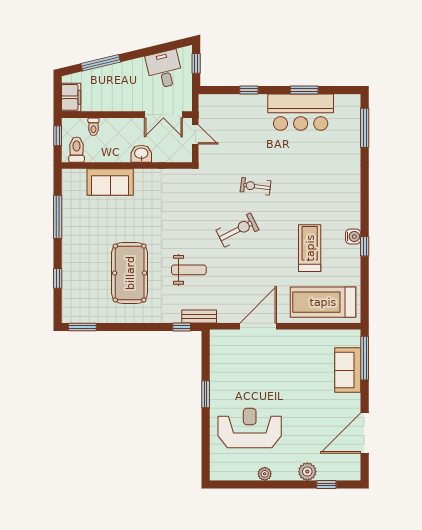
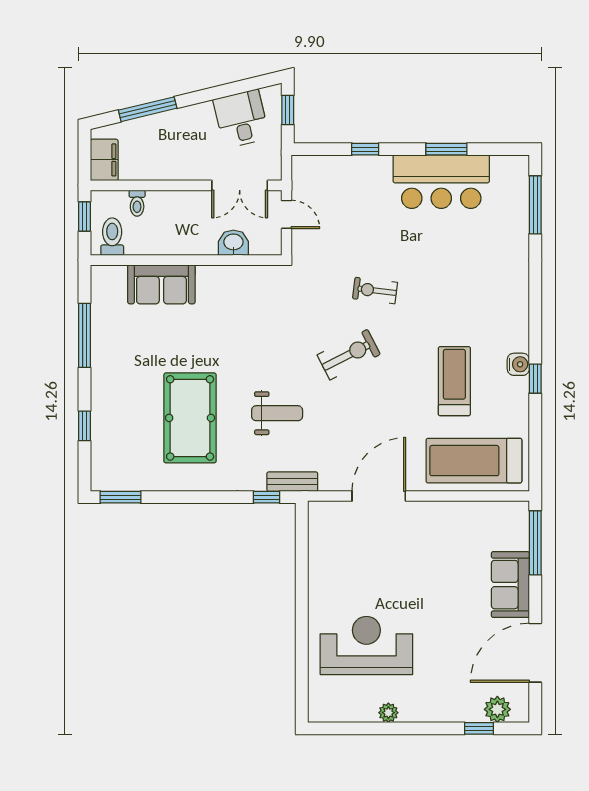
washbasin: (141, 154) -> (233, 243), moved
sofa: (348, 370) -> (510, 585), moved
window: (206, 394) -> (302, 596), removed
plant: (307, 472) -> (497, 709), moved

